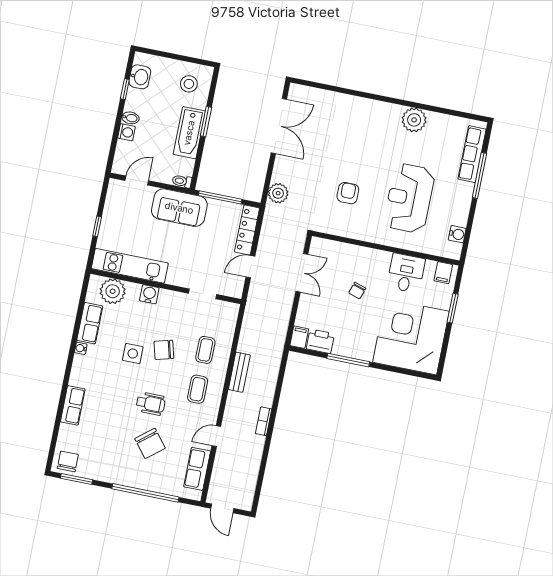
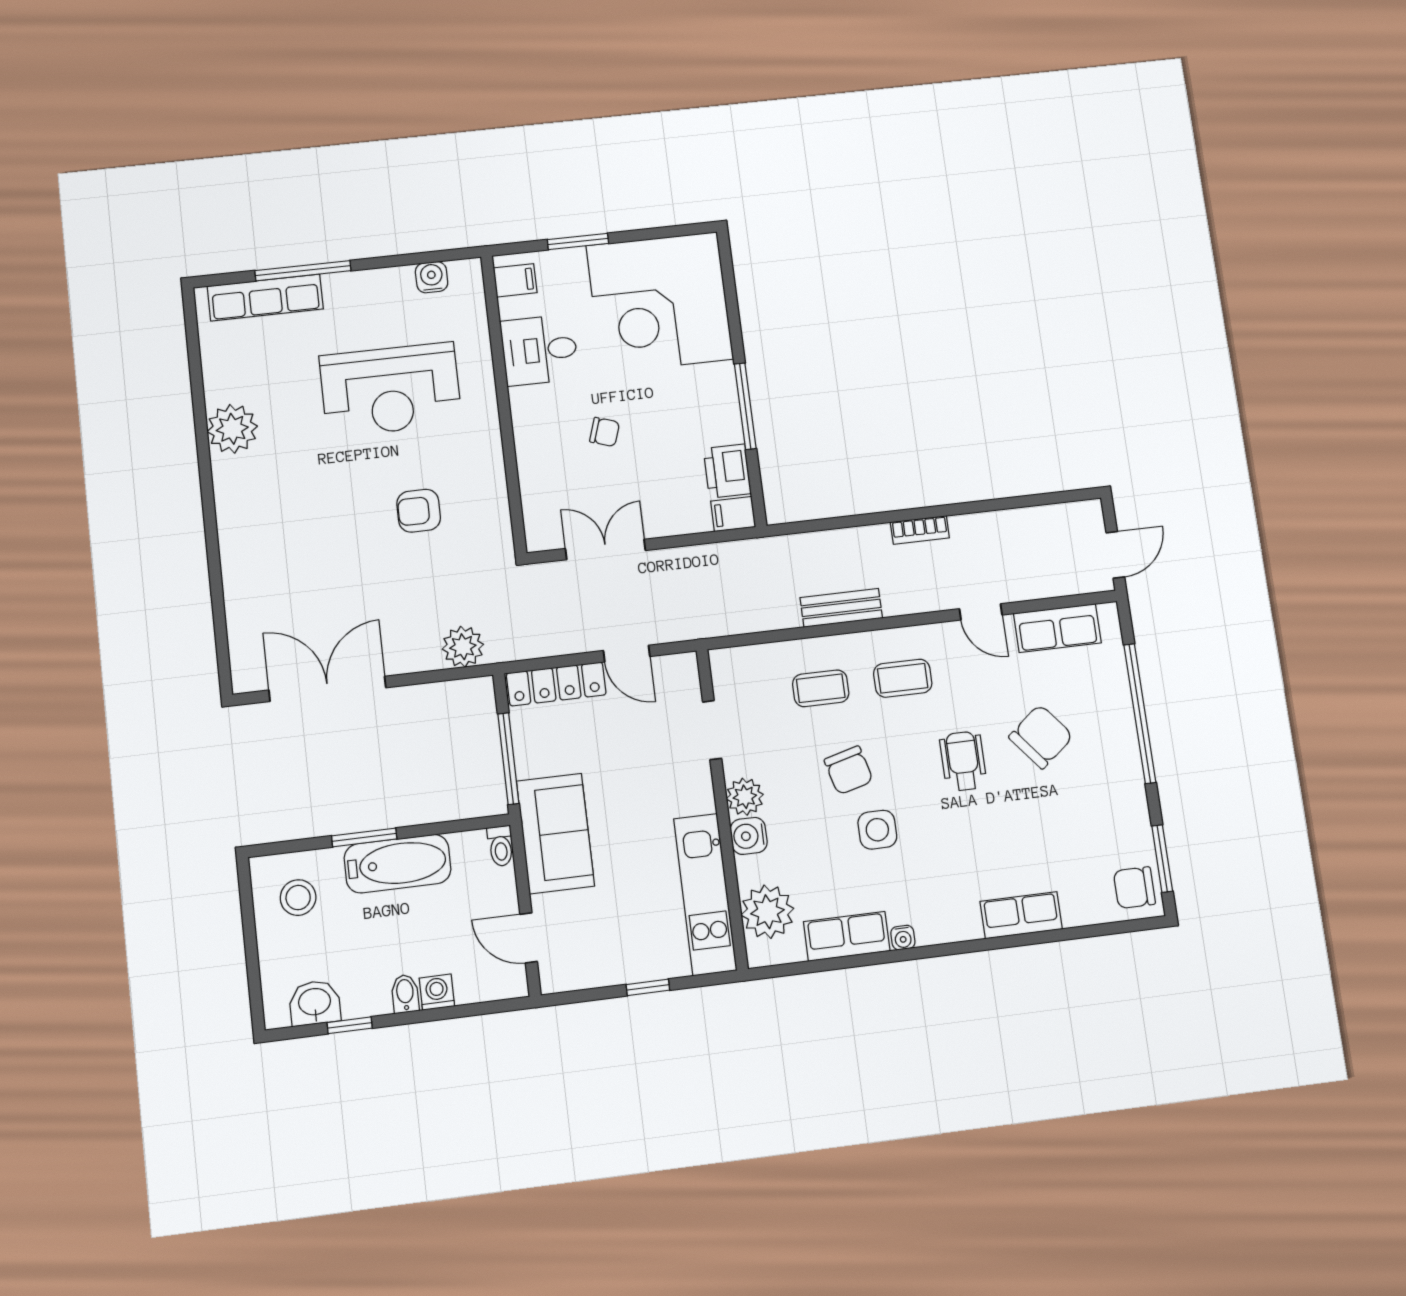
plant: (168, 299) -> (745, 797), added

